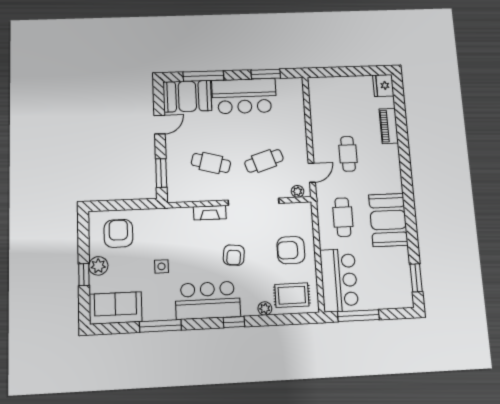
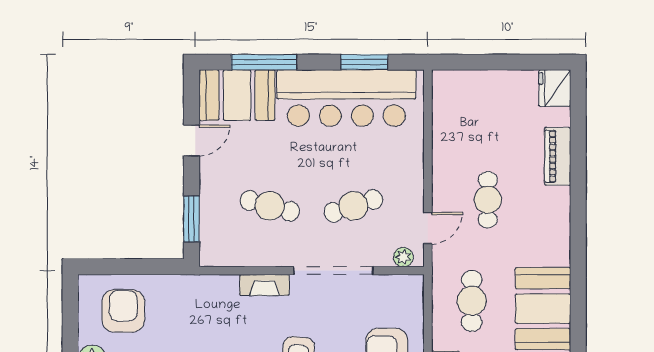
bar counter: (244, 96) -> (346, 98), width x1.36

